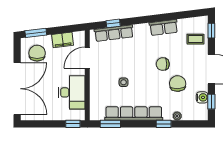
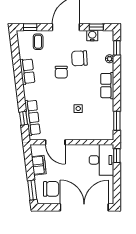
chair: (37, 53) -> (51, 189), turned 180
desk: (72, 92) -> (101, 160), moved, turned 90
row of seats: (134, 114) -> (107, 86), width x0.50
window: (164, 124) -> (117, 48), moved

